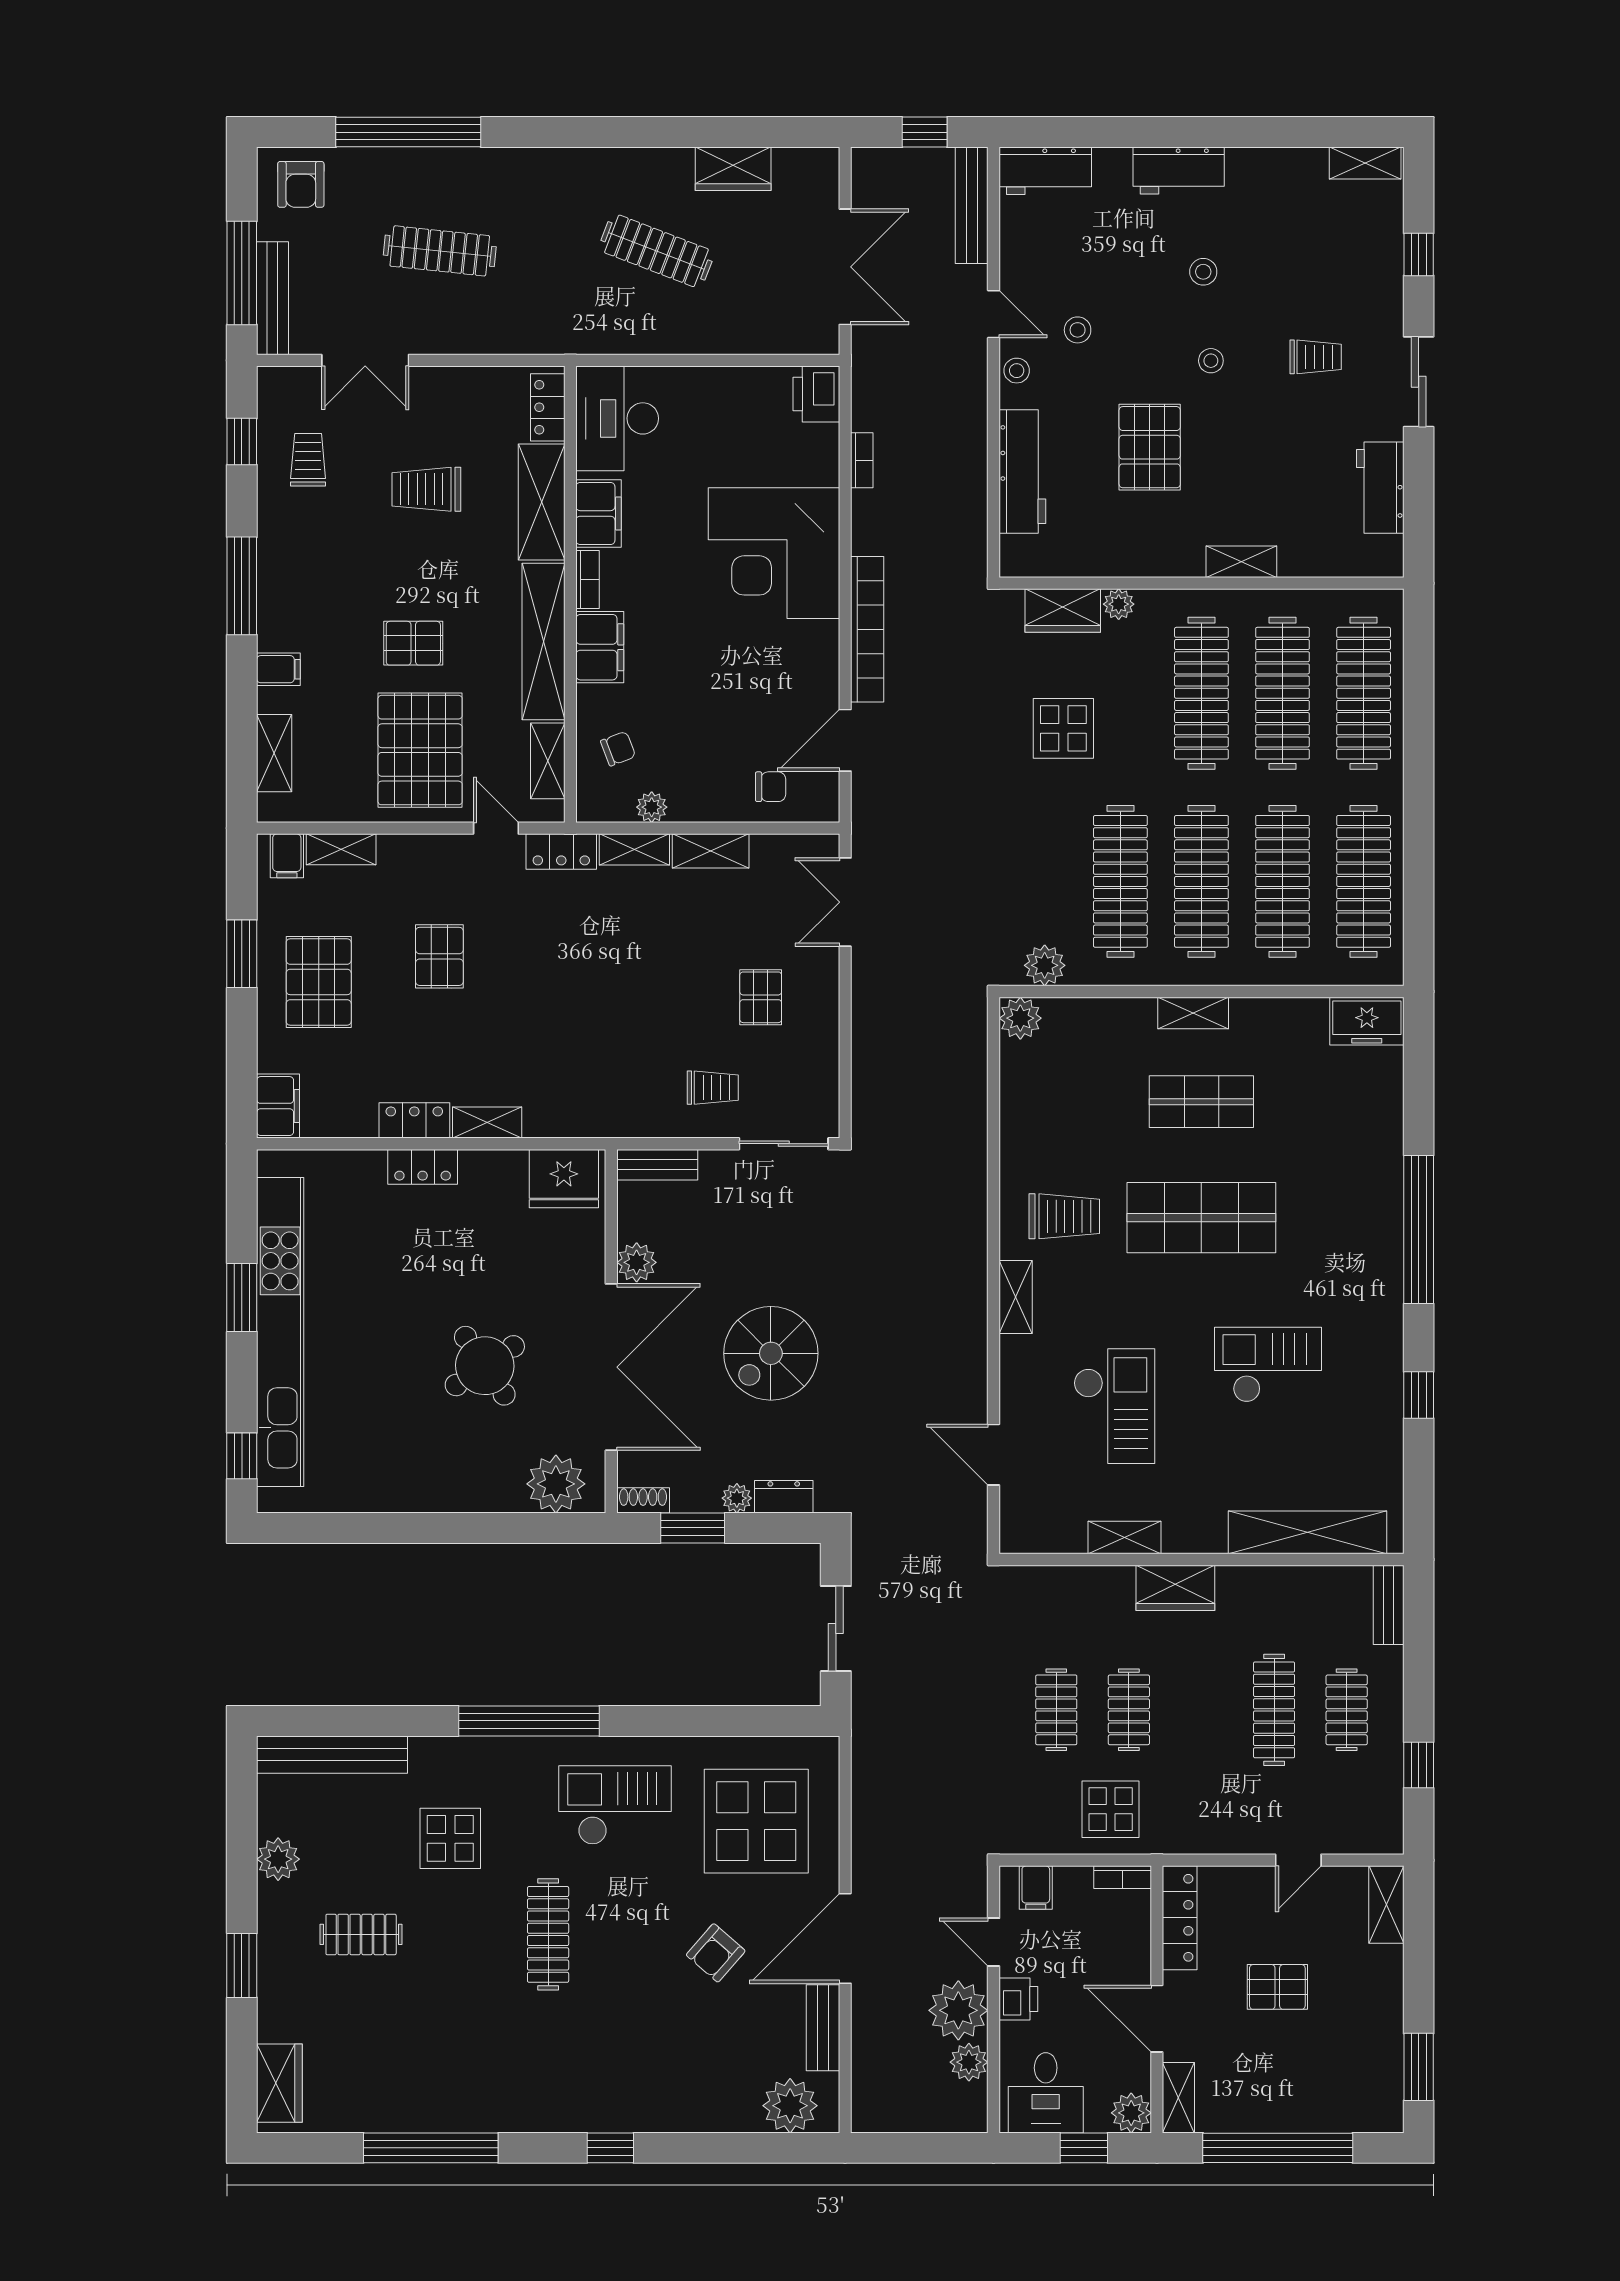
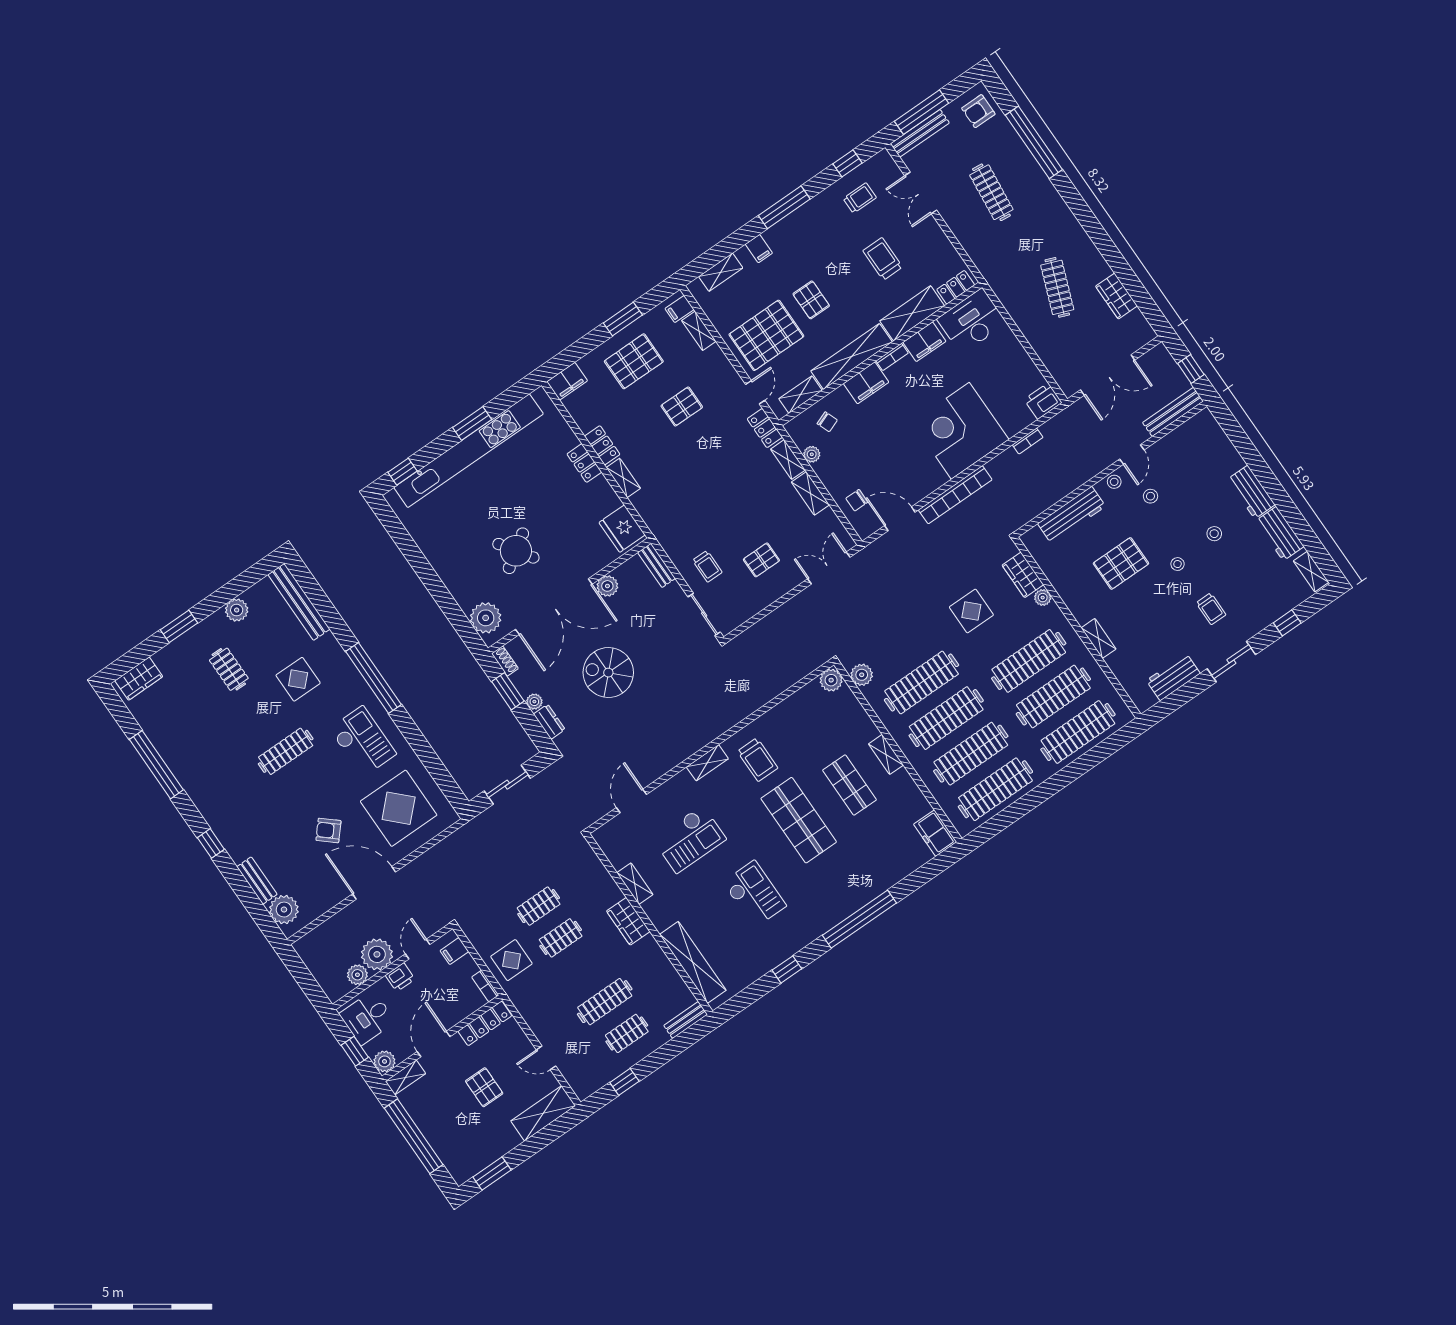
workbench: (1045, 171) -> (1280, 534), moved
chair: (771, 787) -> (857, 500), turned 90
shelving: (1386, 1905) -> (543, 1113), width x1.50, depth x1.33
bench: (823, 2028) -> (257, 881), moved, turned 90

